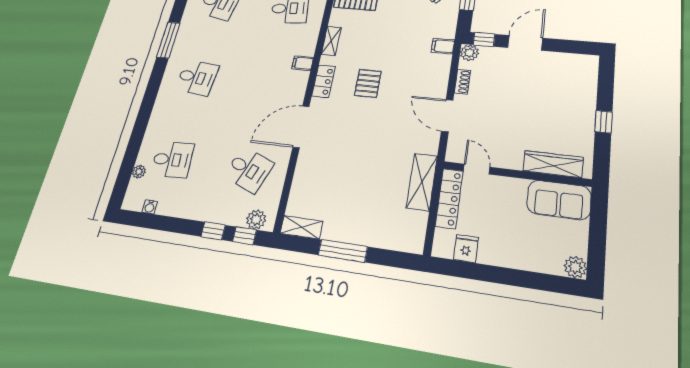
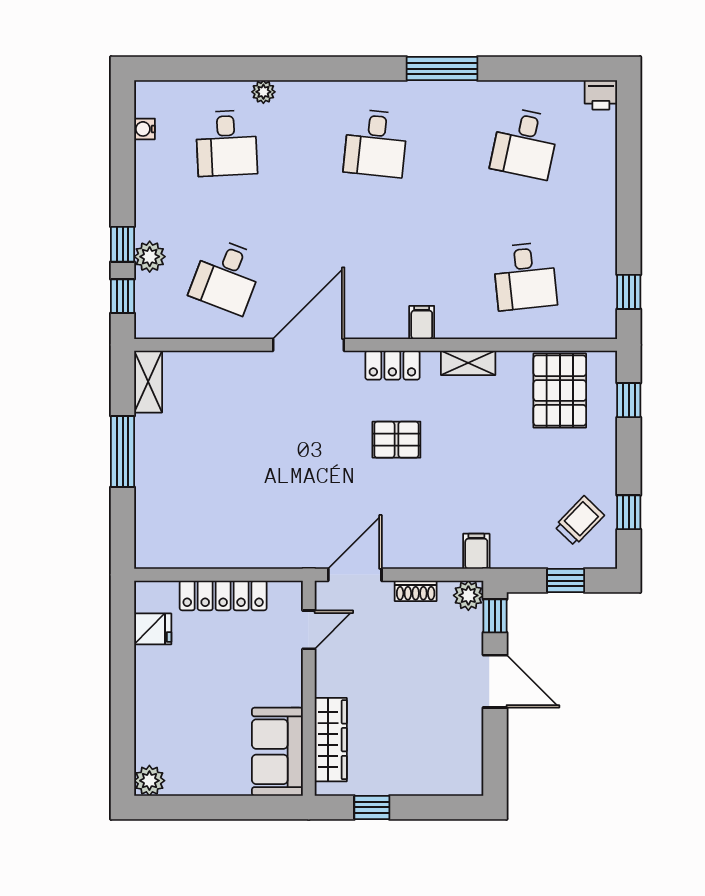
door: (301, 127) -> (309, 345), hinge flipped
wardrobe: (553, 164) -> (331, 740), moved
door: (477, 169) -> (309, 630), moved
plant: (139, 172) -> (263, 92), moved
wall: (516, 174) -> (309, 688), moved
shelving: (422, 182) -> (243, 551), removed
sofa: (559, 200) -> (277, 752), moved
plant: (256, 219) -> (150, 257), moved

